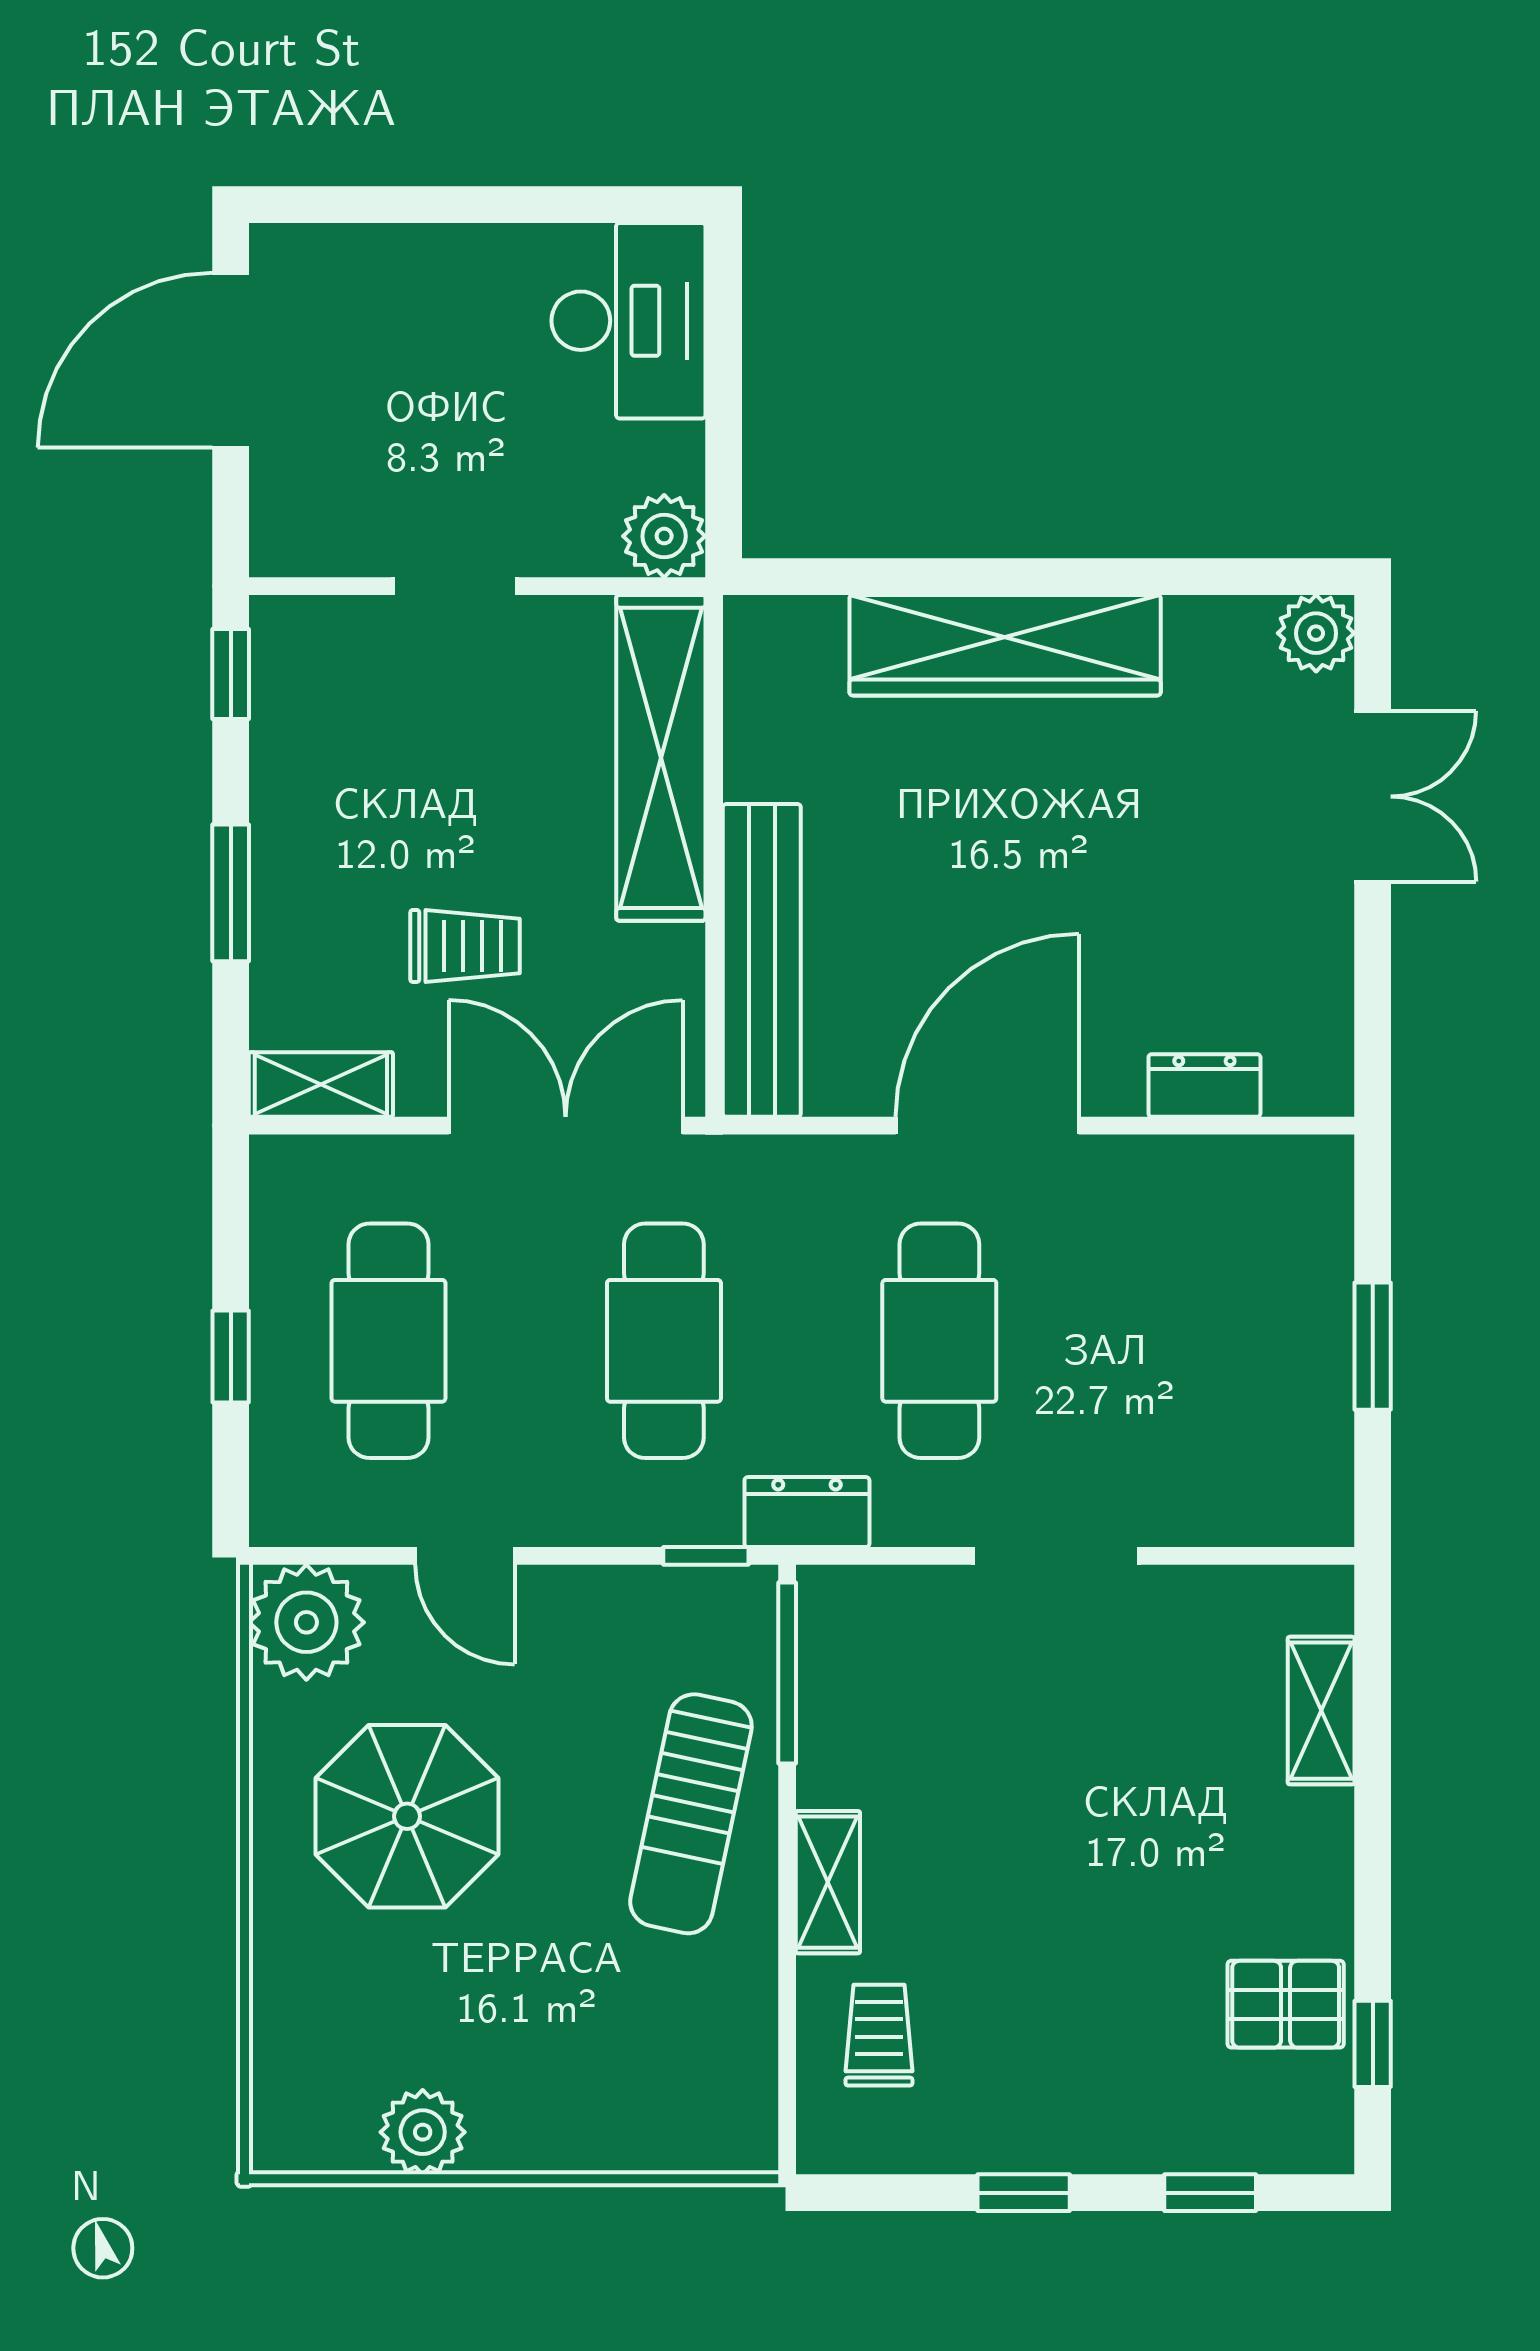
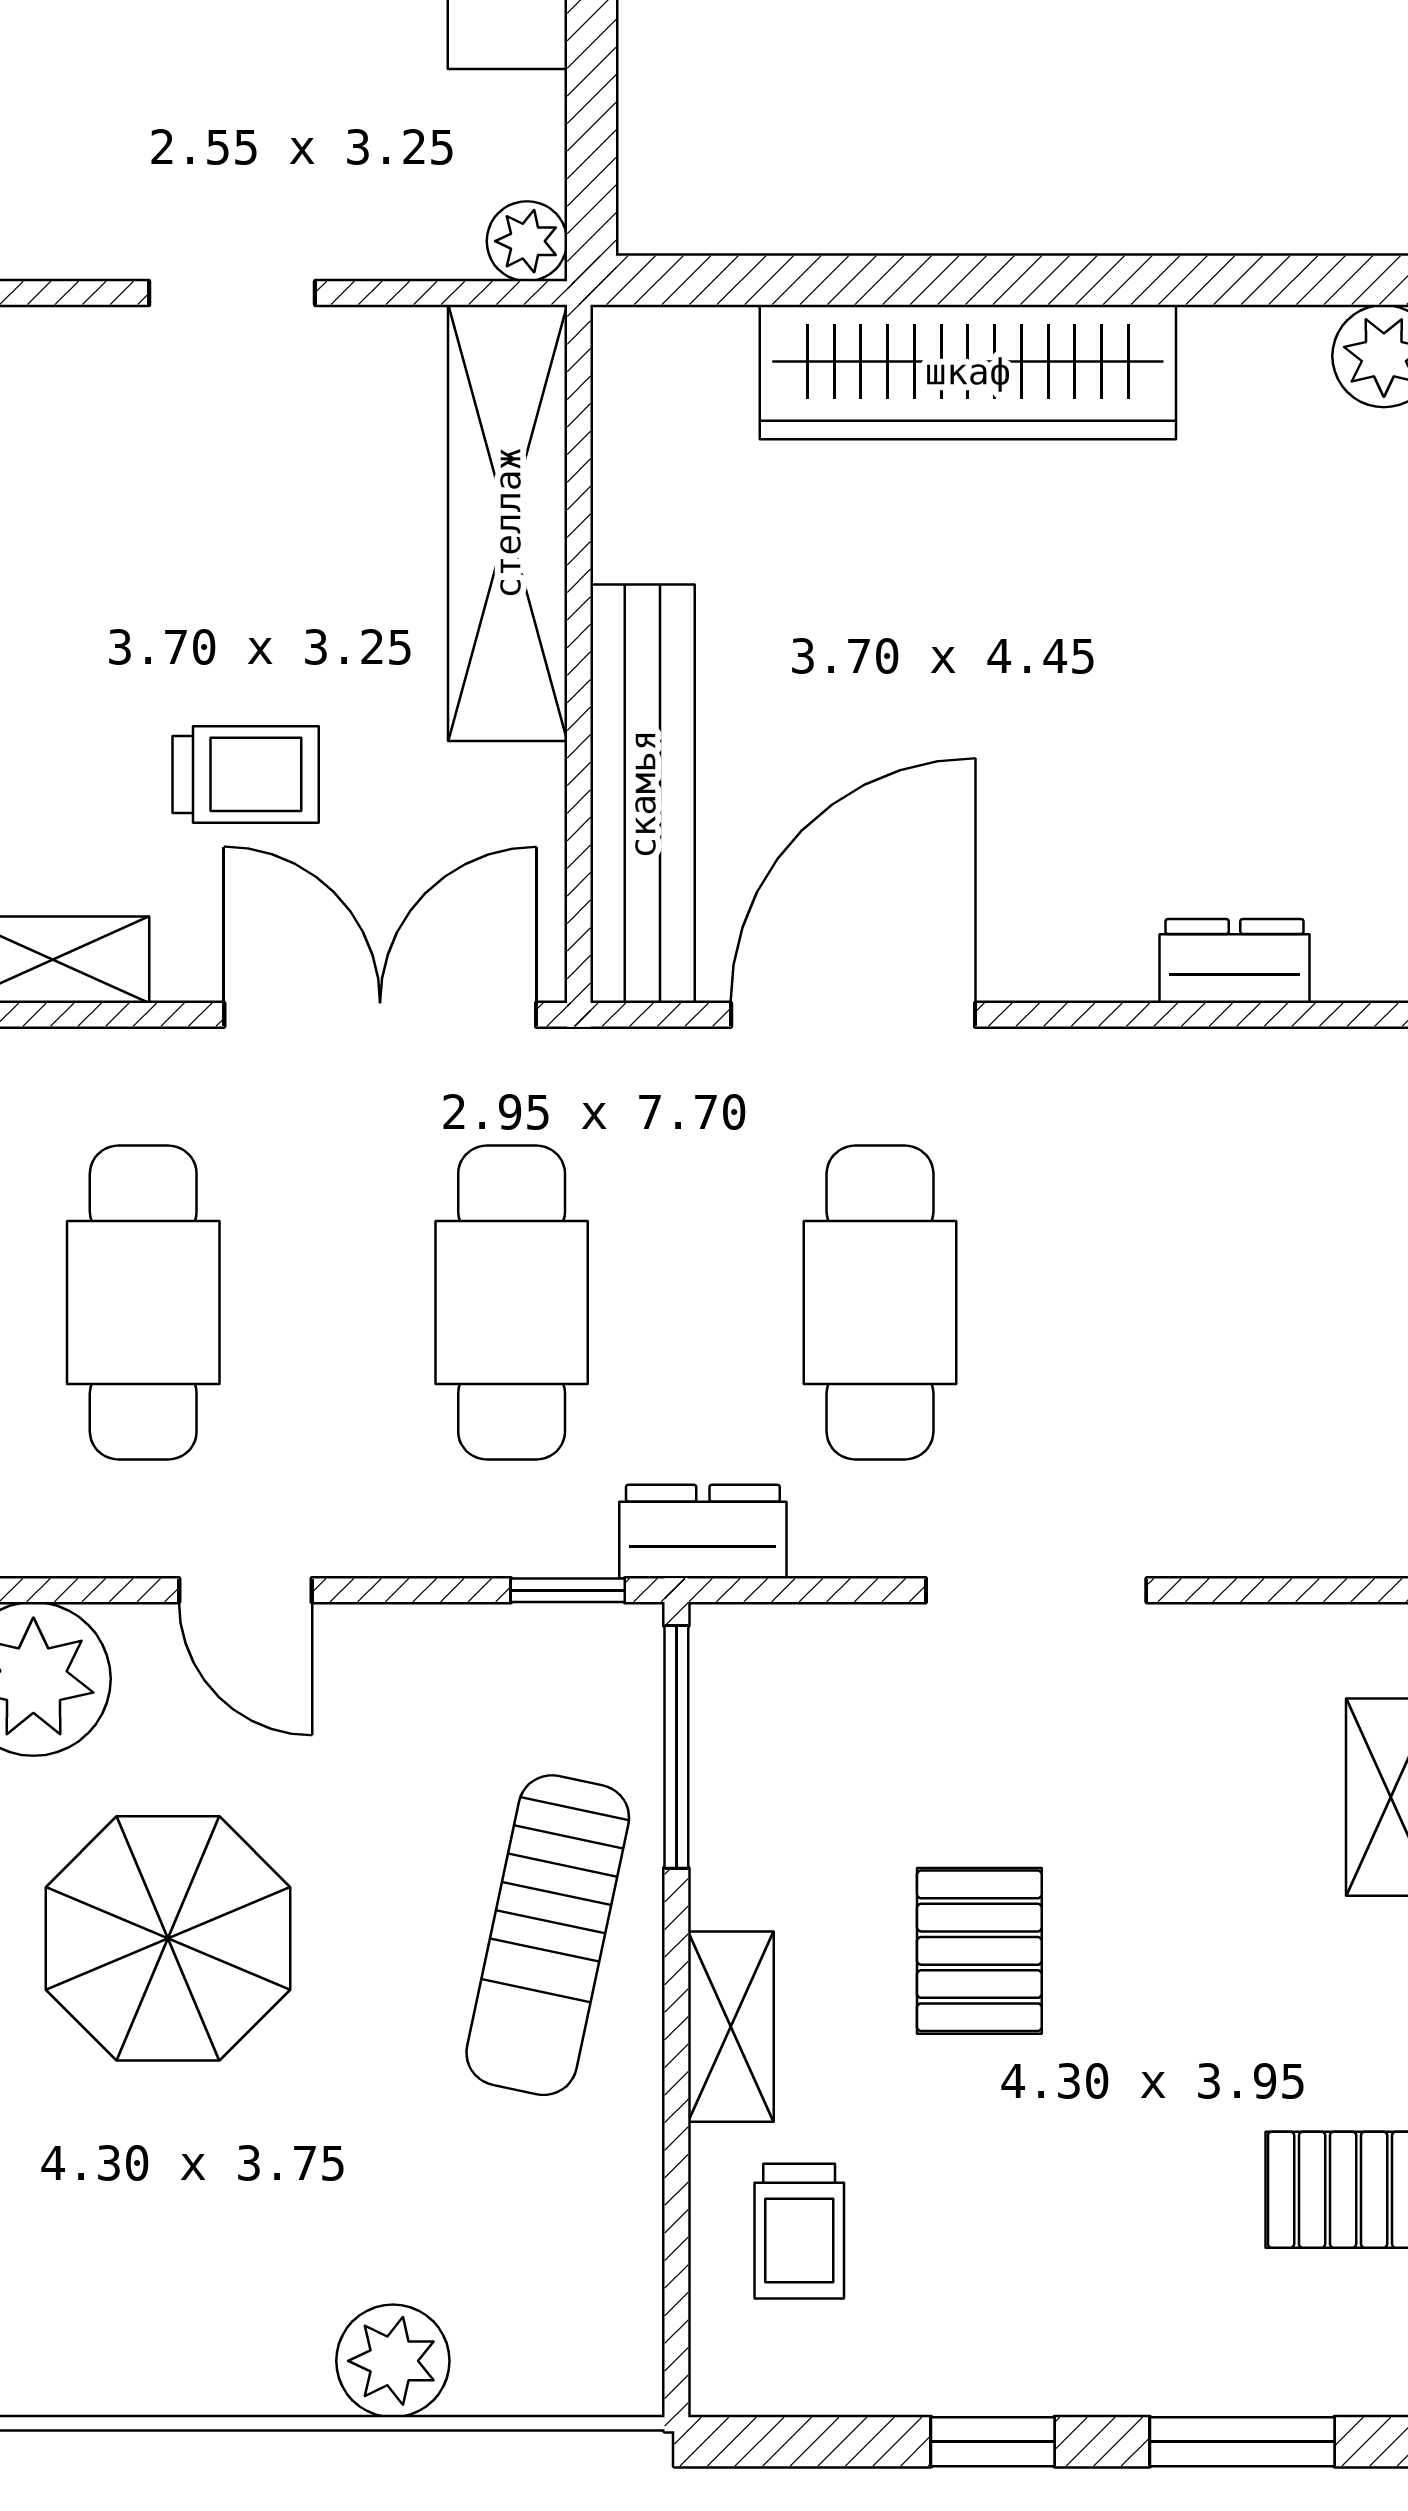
plant: (664, 536) -> (527, 241), width x0.73, depth x0.73
door: (987, 1126) -> (853, 1015), moved
pallet: (1014, 1826) -> (979, 1951), added
trolley: (879, 2035) -> (799, 2231), turned 180
plant: (423, 2132) -> (393, 2361), moved
window: (1210, 2193) -> (1242, 2442), width x1.50

